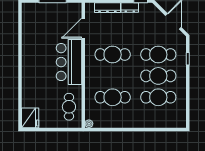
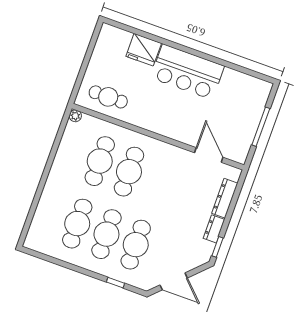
cafe table: (113, 55) -> (129, 172), moved
bar counter: (69, 62) -> (188, 72), moved, turned 180
fridge: (30, 118) -> (144, 50), moved

